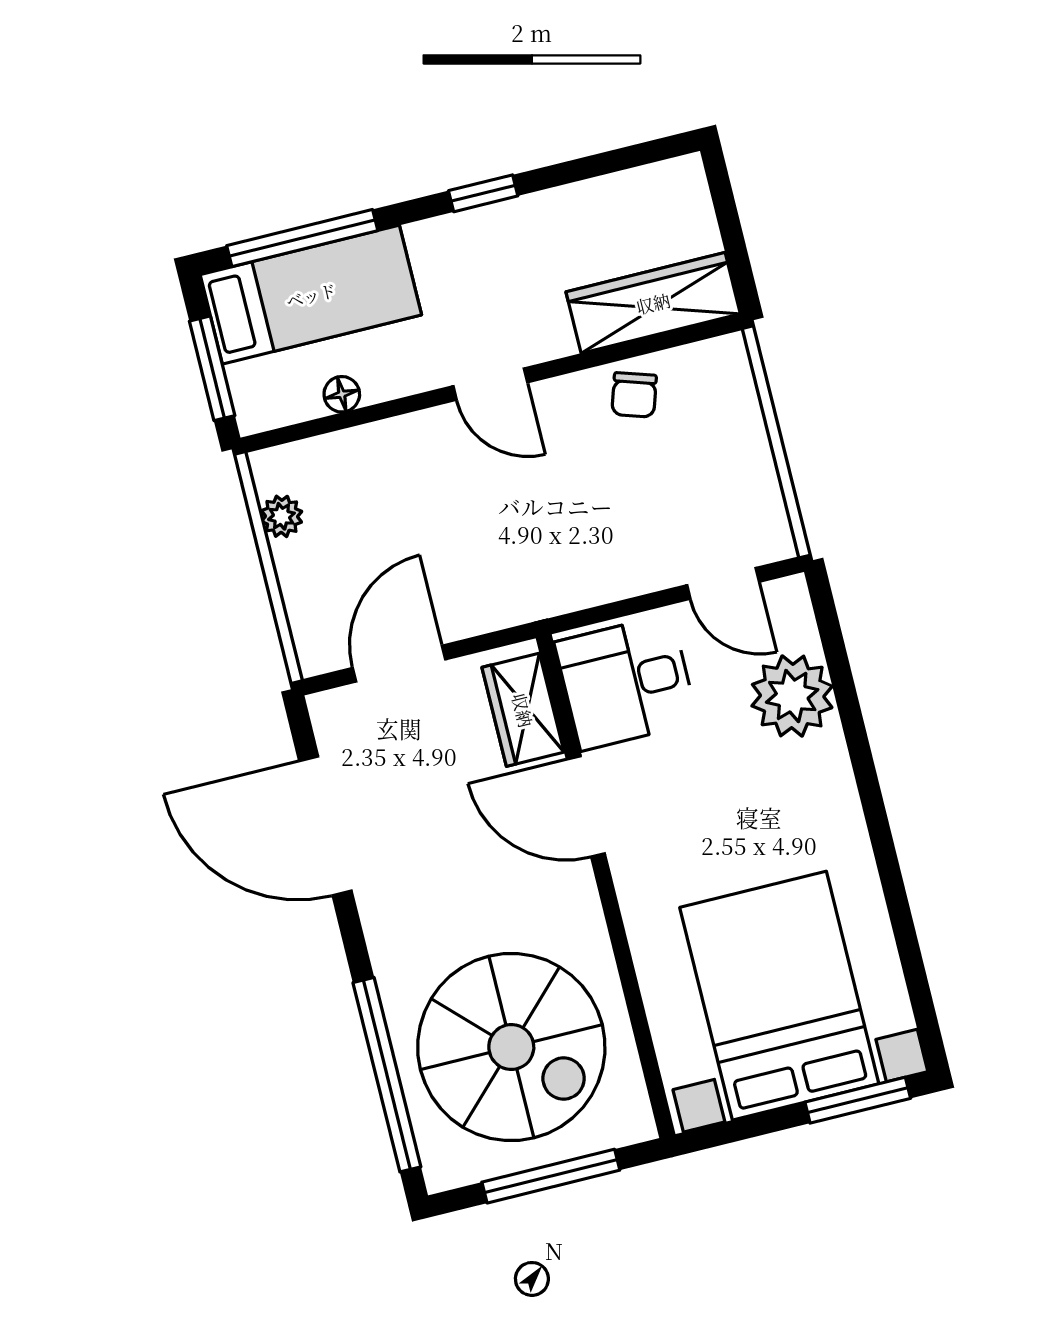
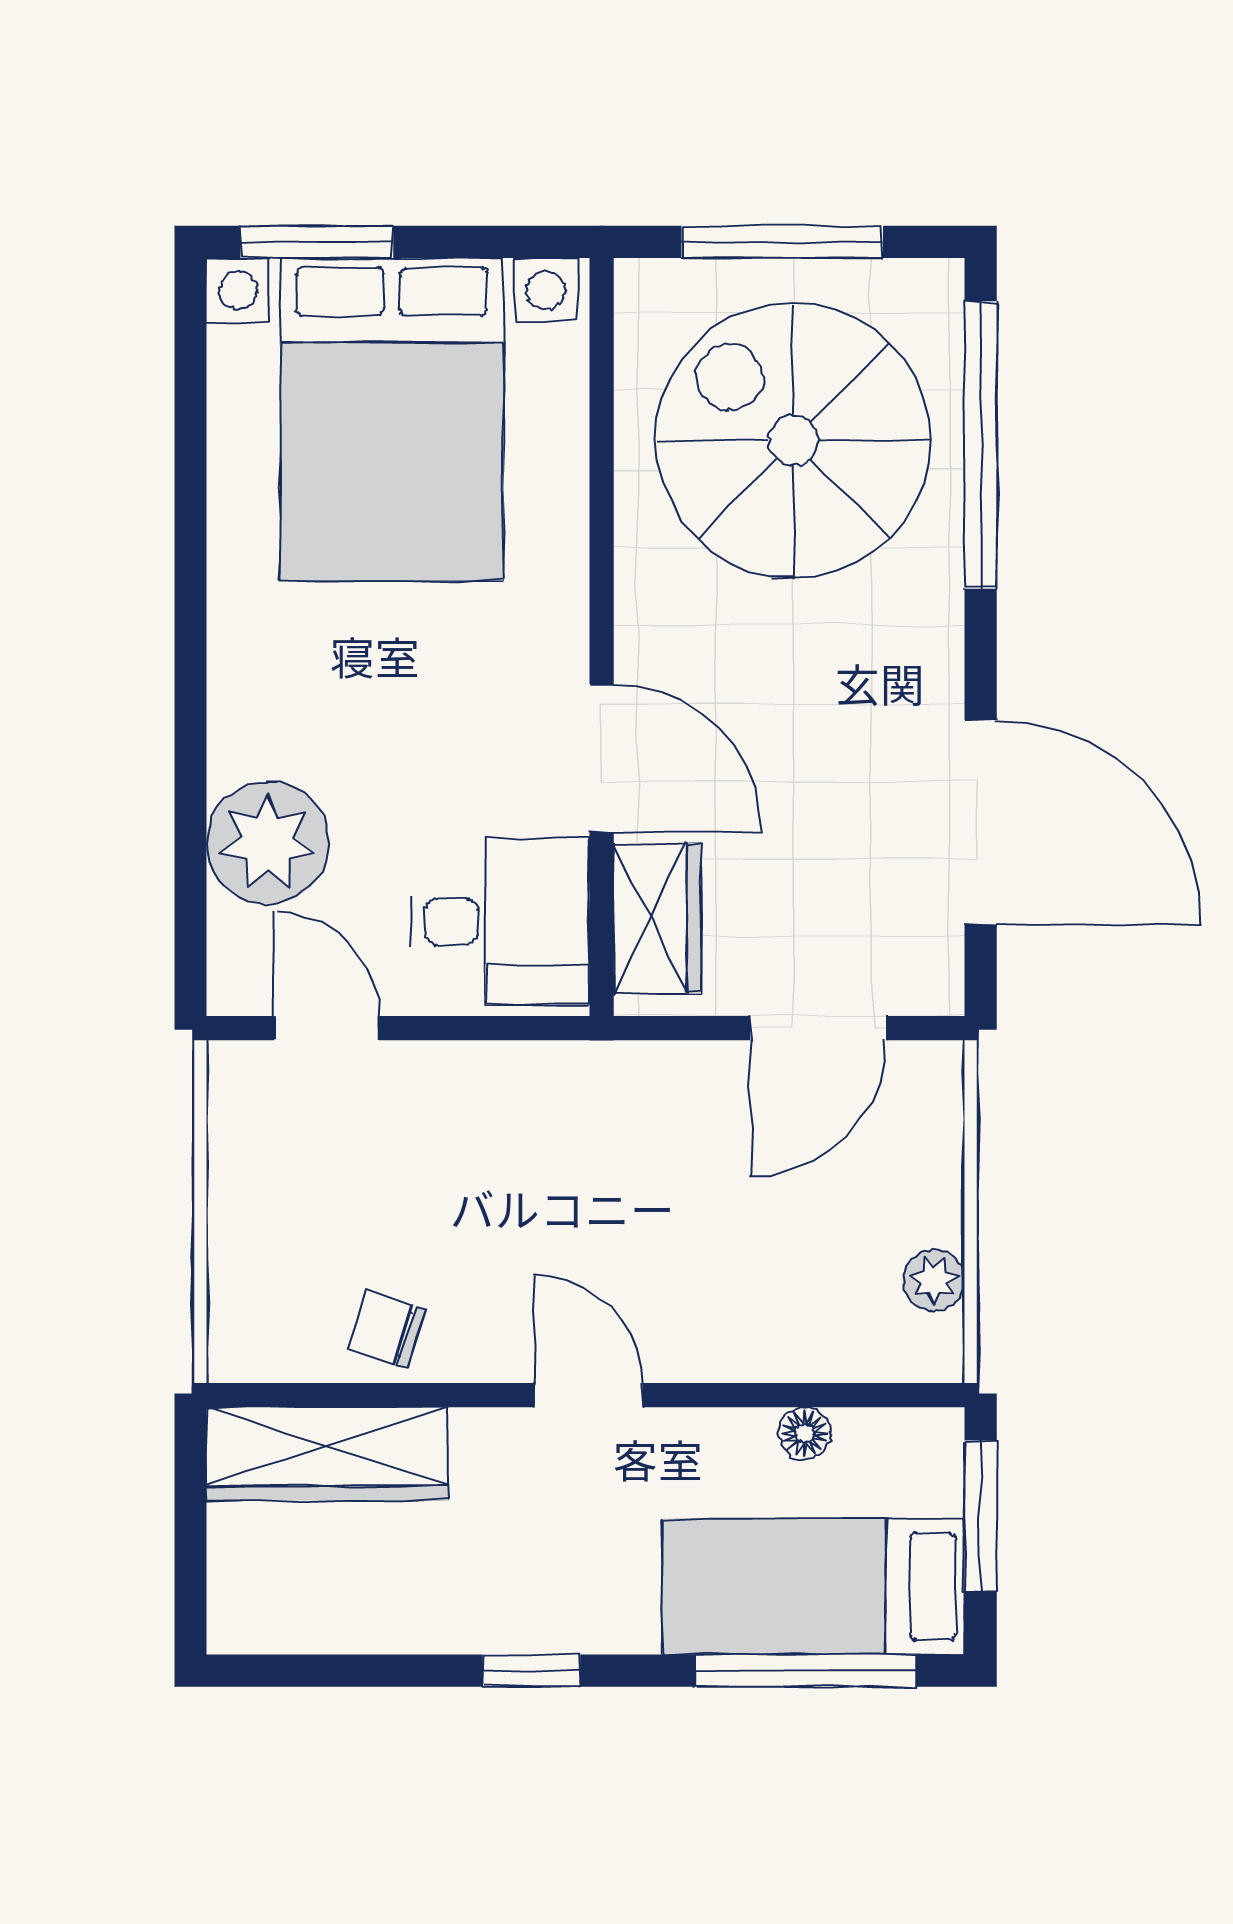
chair: (634, 395) -> (387, 1329), turned -91

